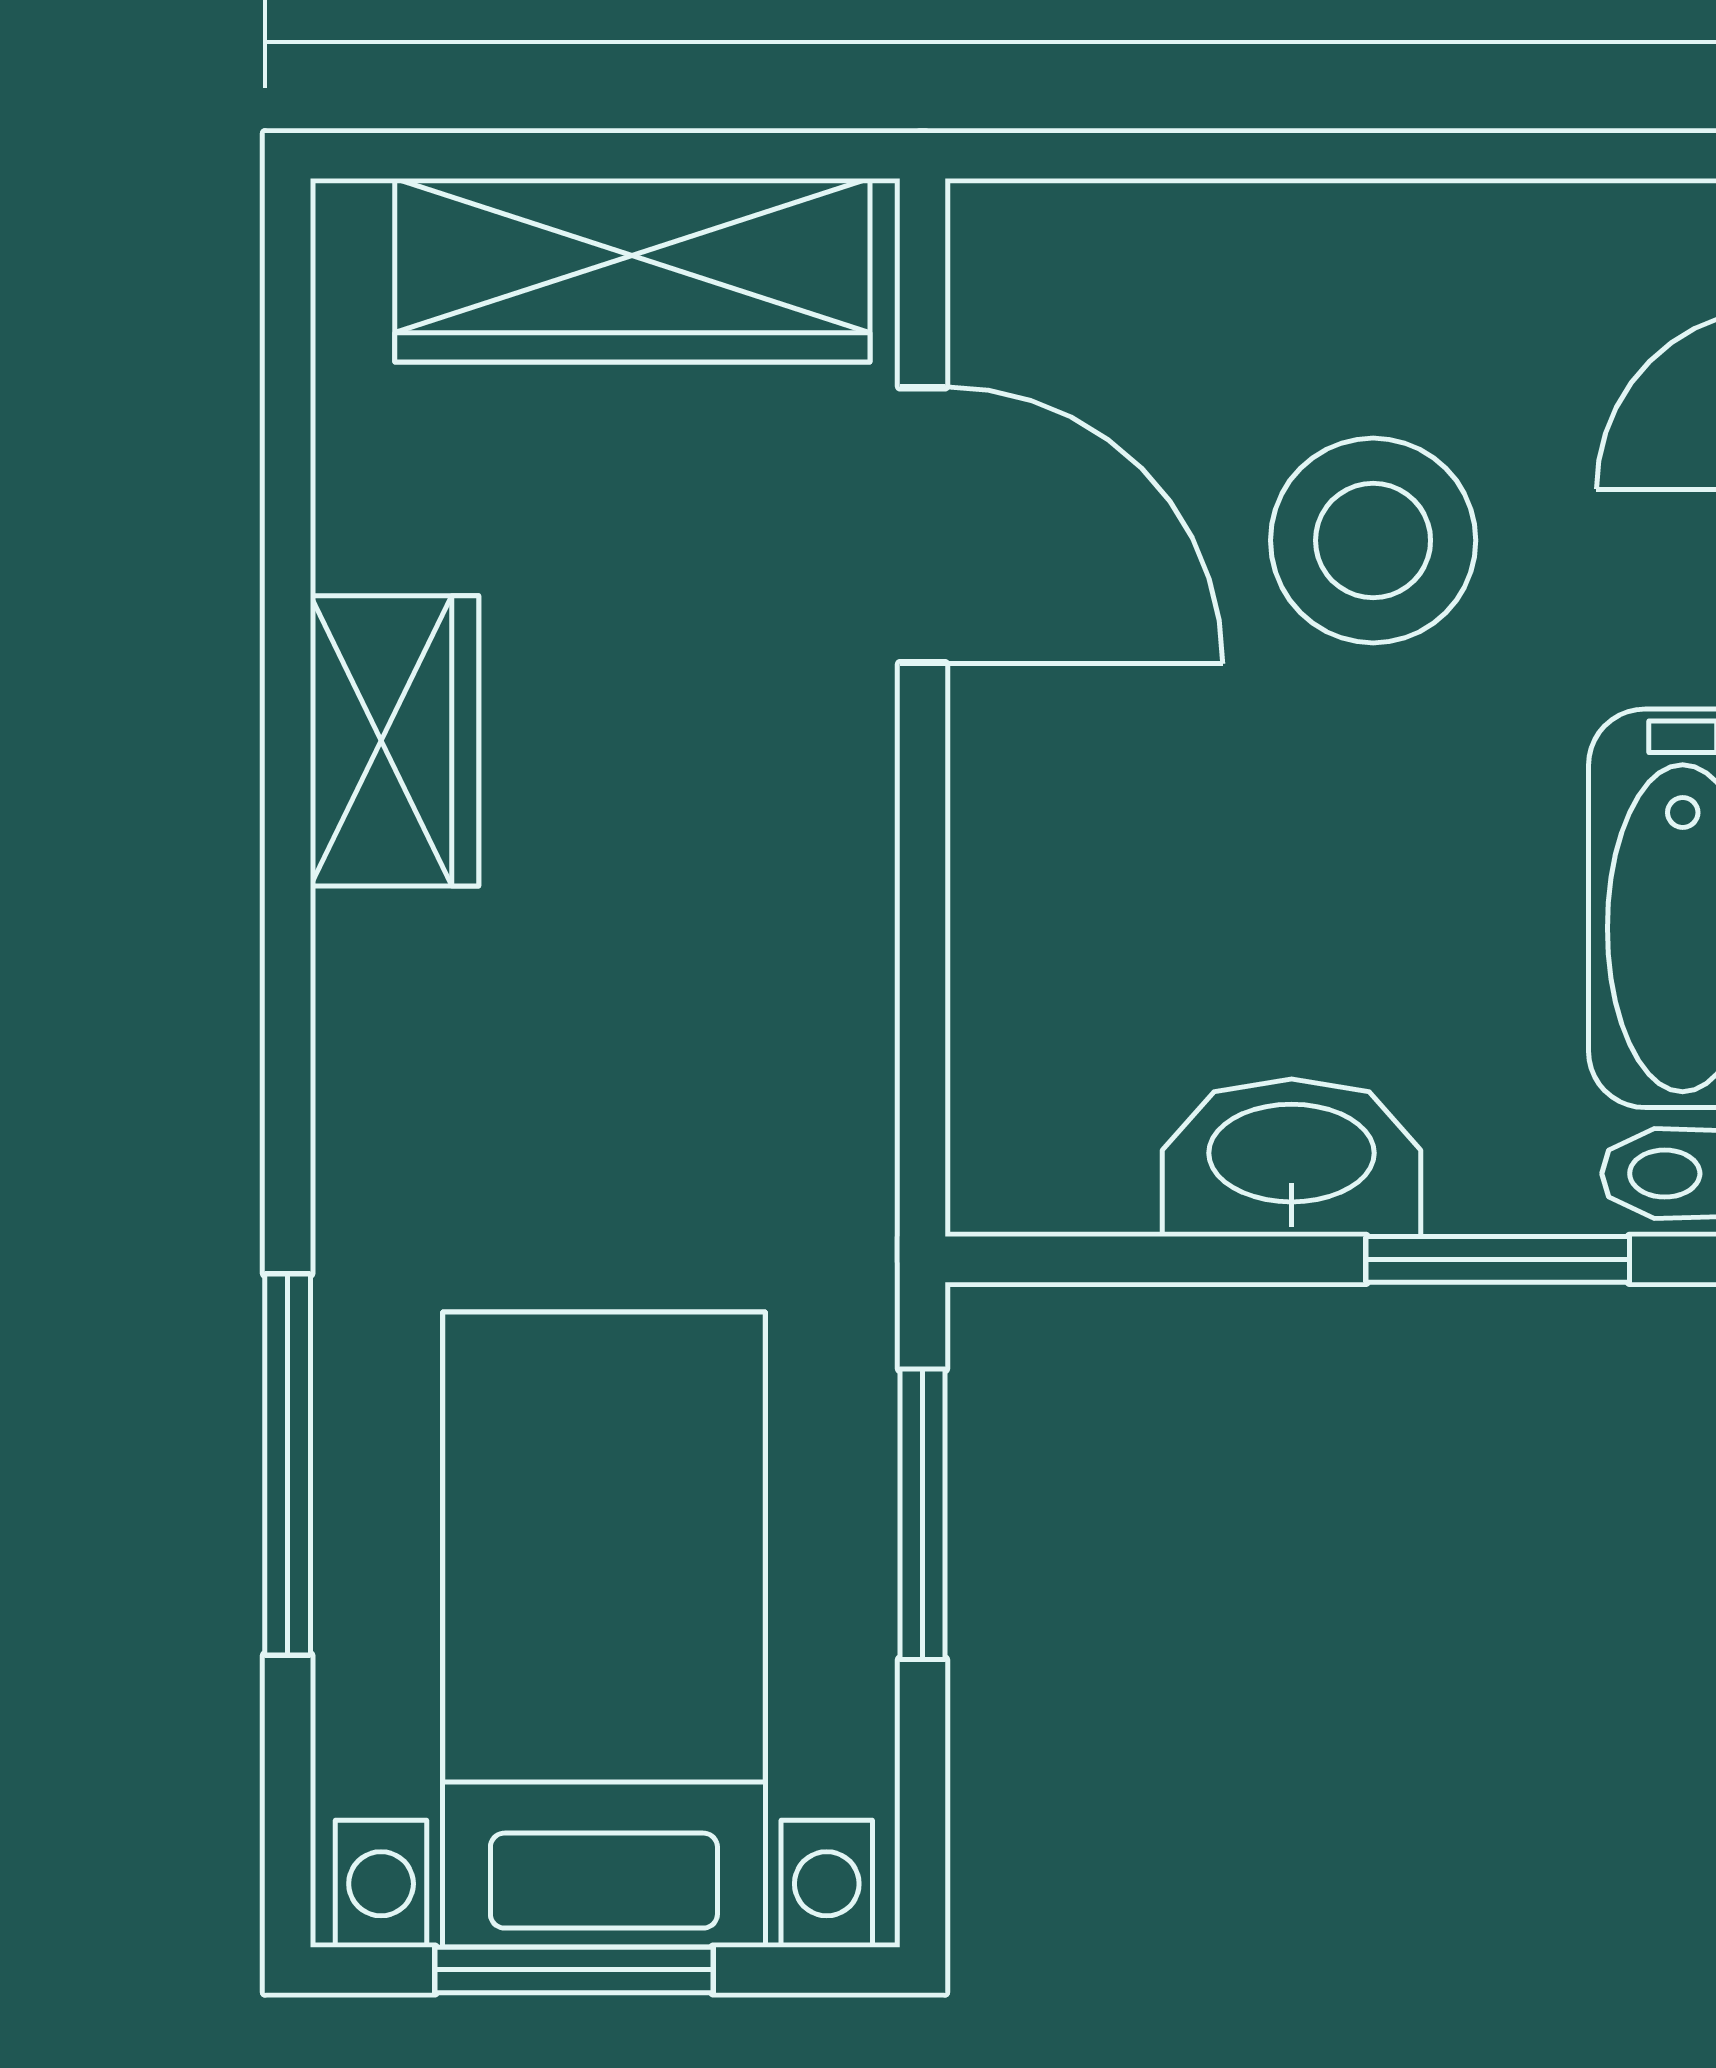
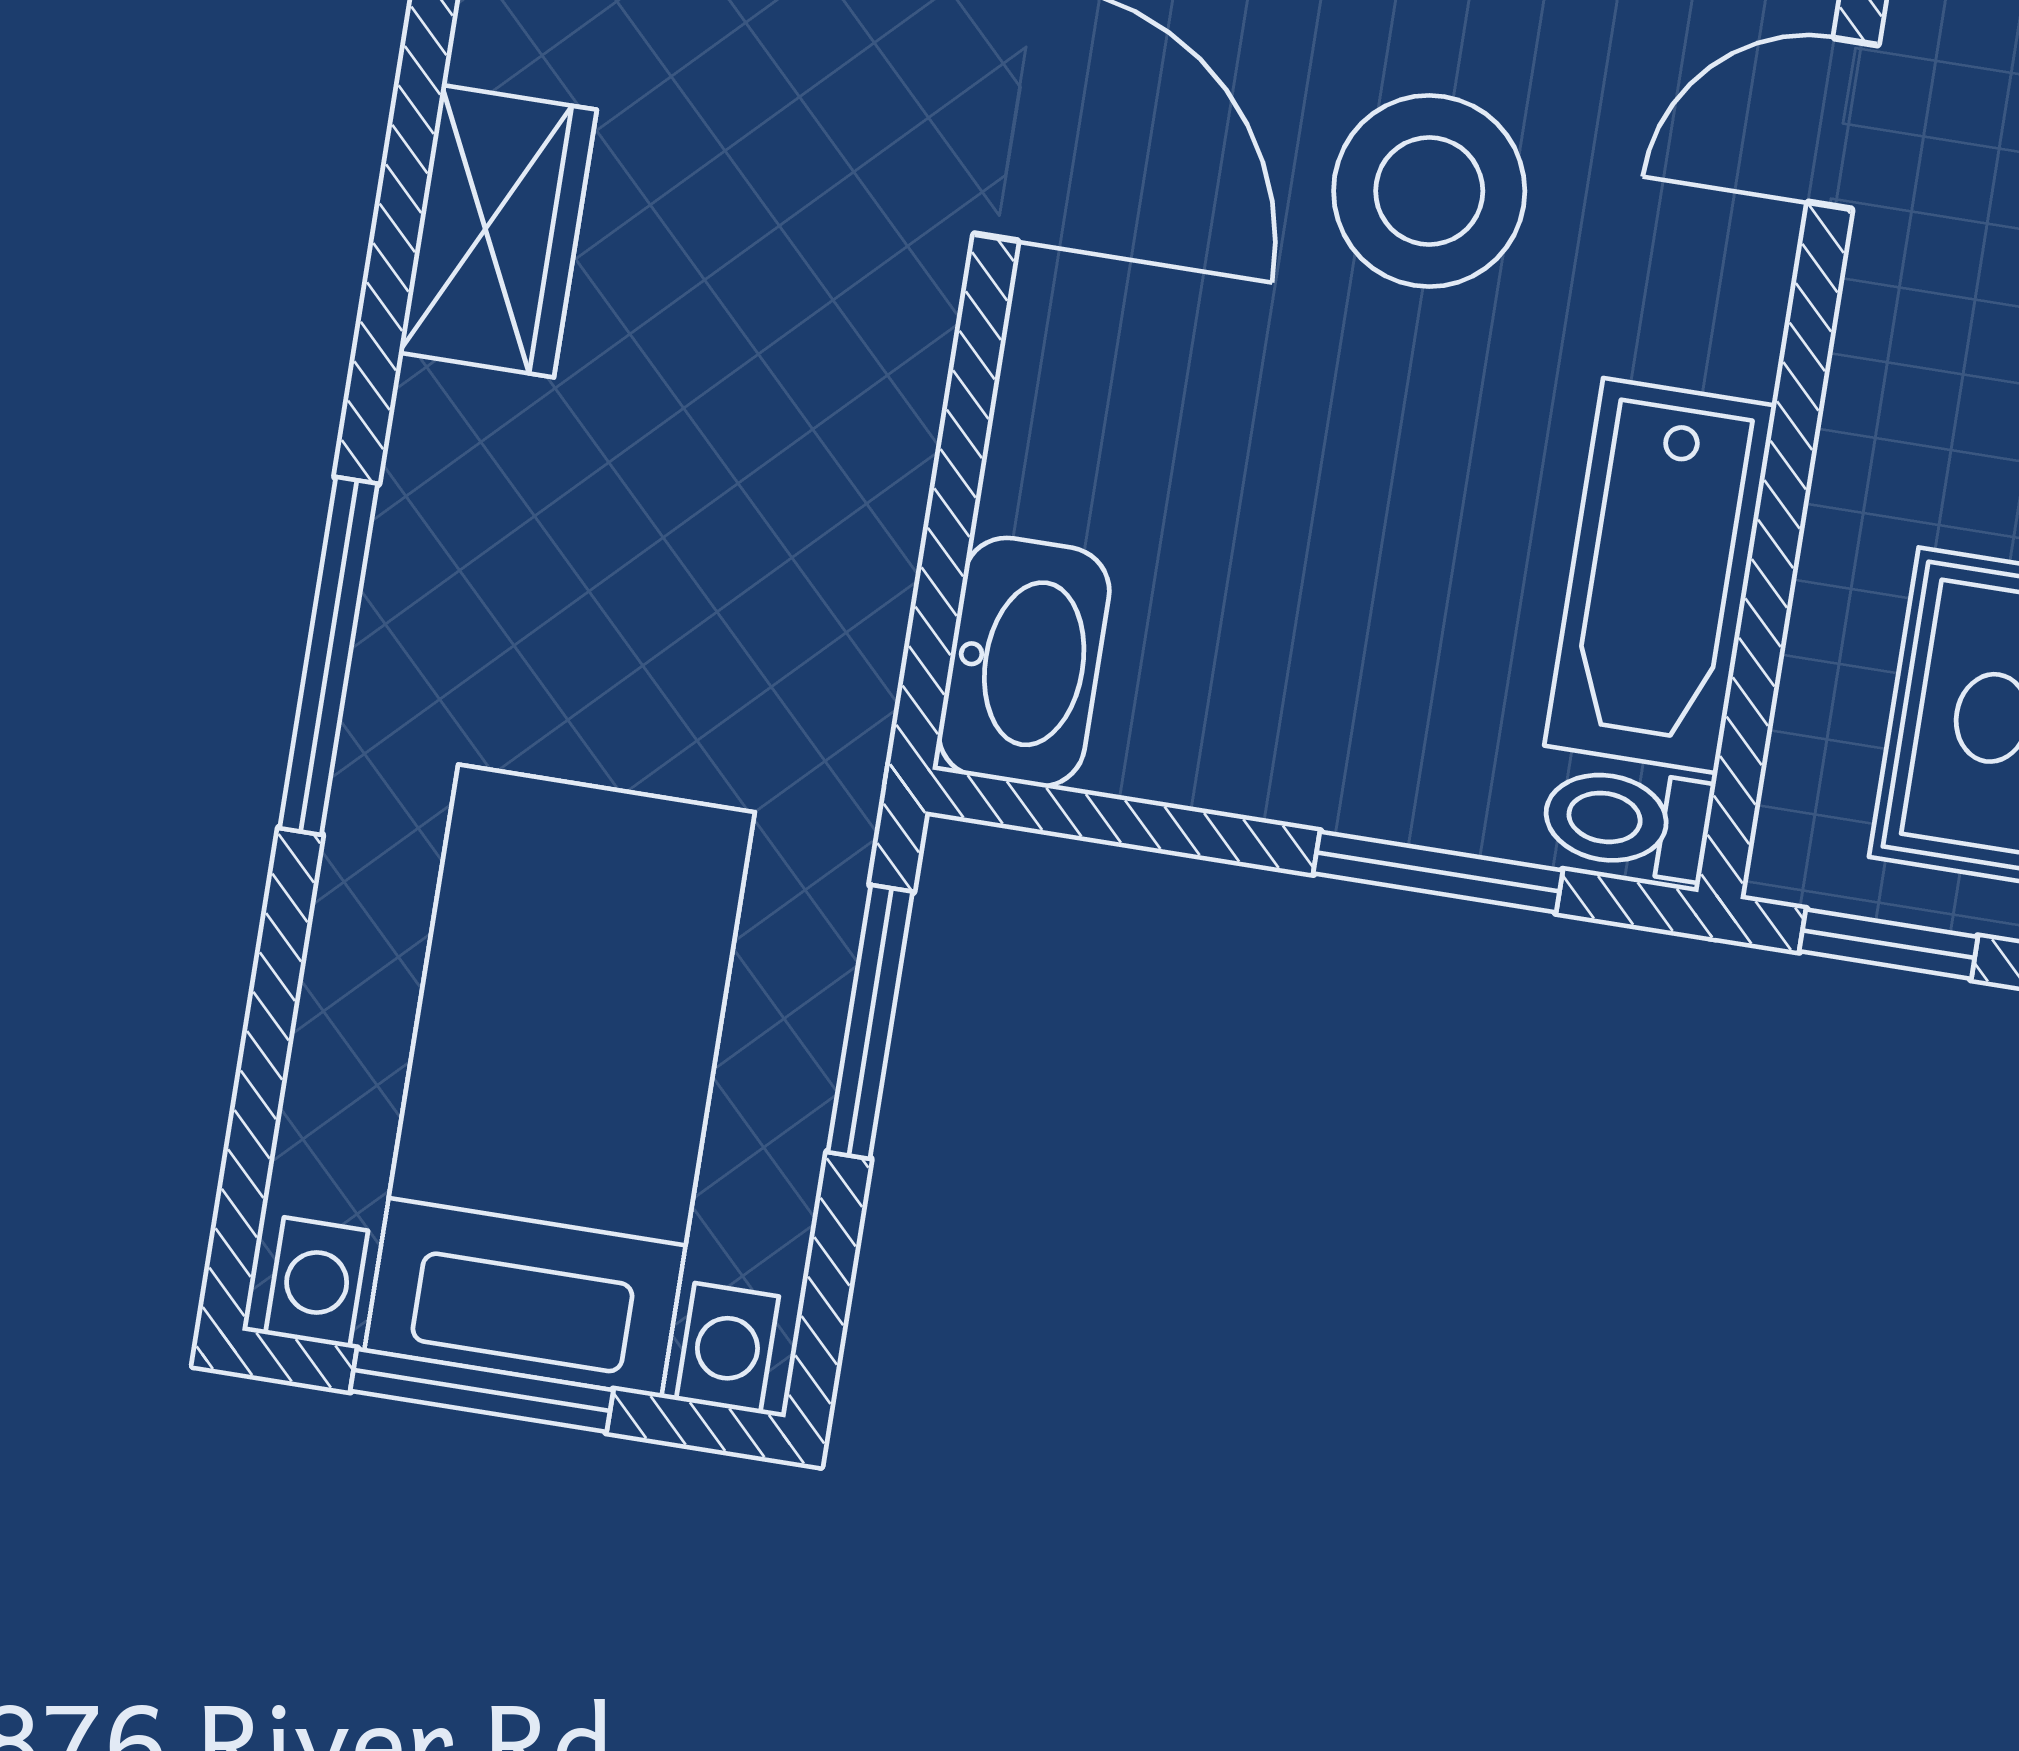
washbasin: (1292, 1158) -> (1024, 662), moved, turned 90
window: (288, 1464) -> (329, 656), moved

